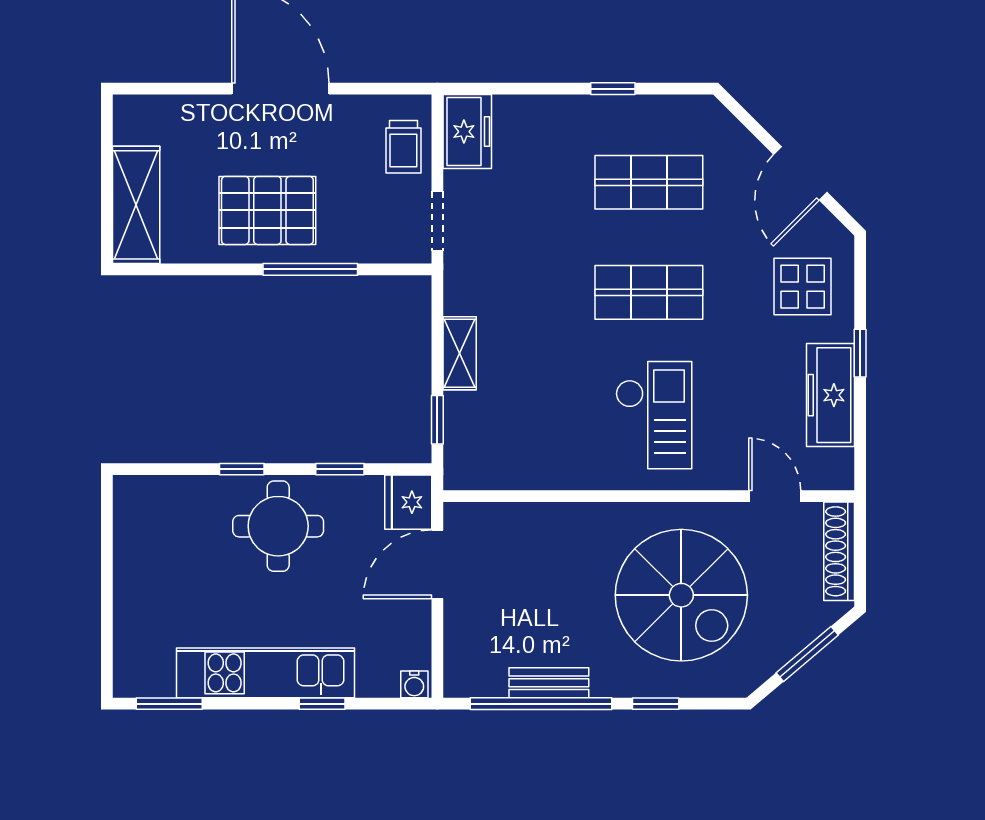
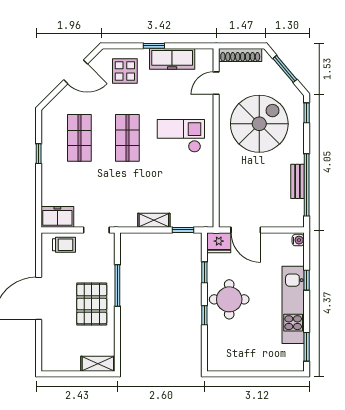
shelving: (136, 205) -> (98, 364), width x0.67, depth x0.75
window: (656, 704) -> (307, 113), moved

